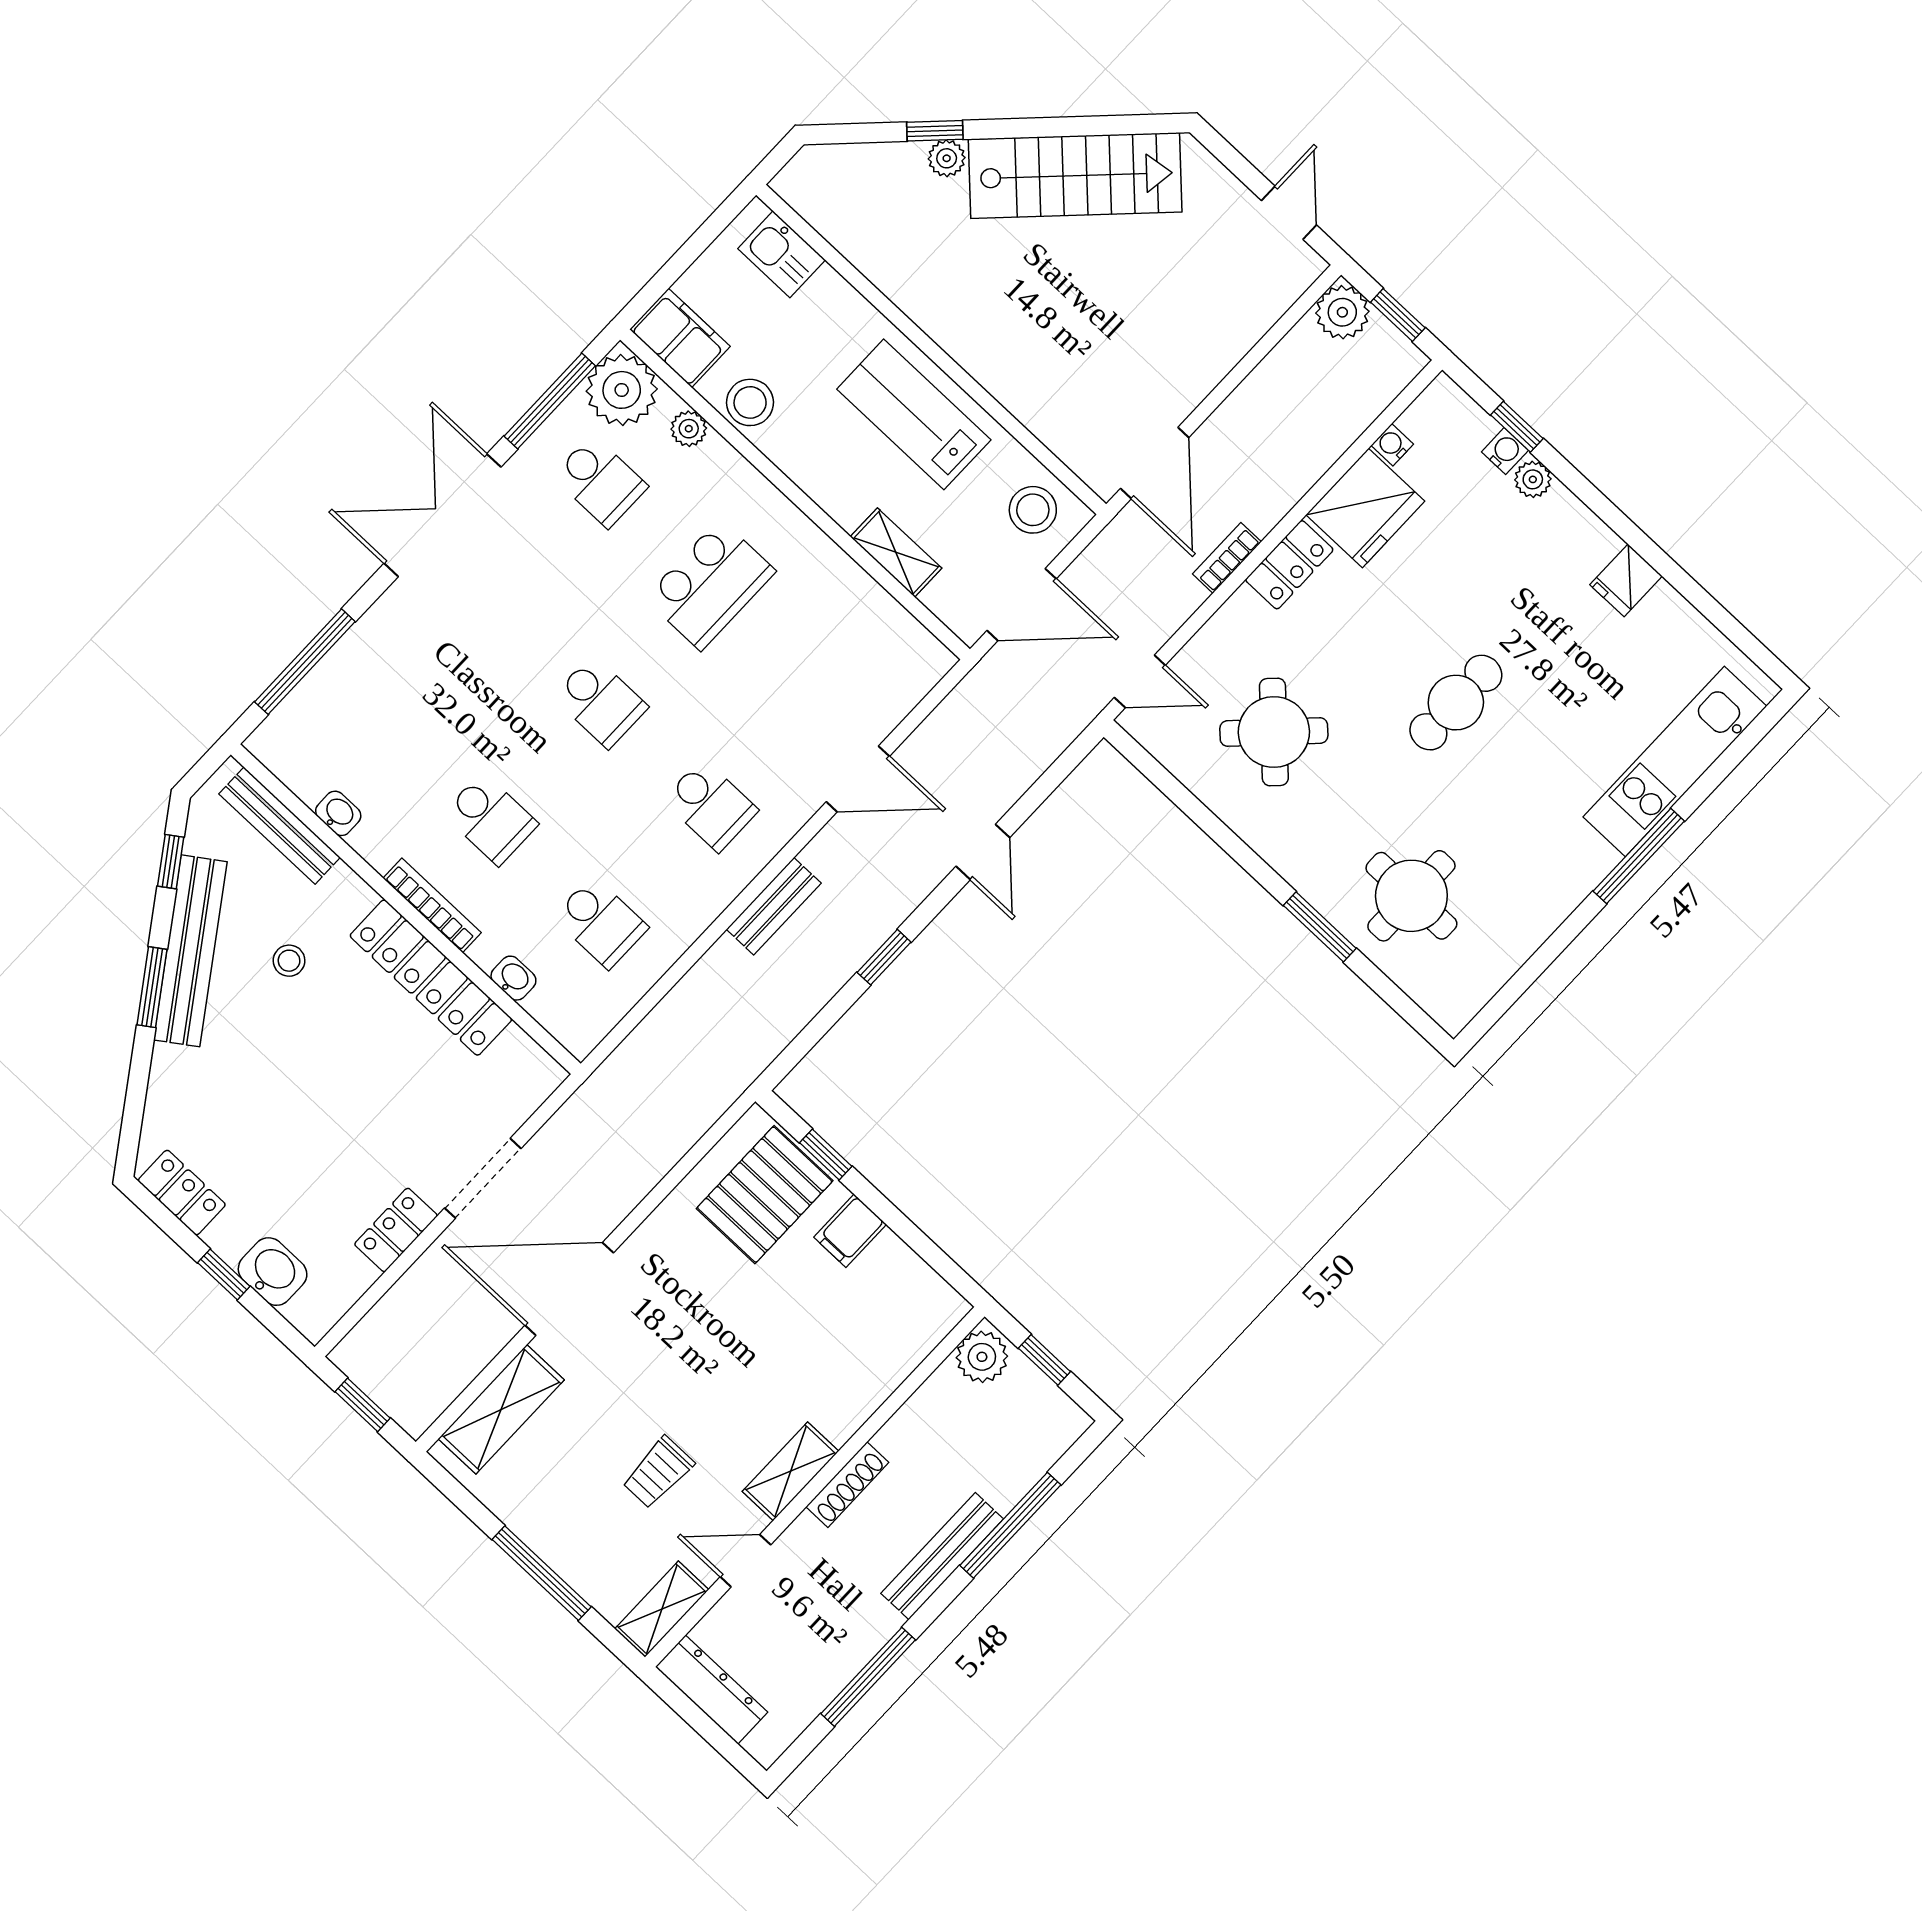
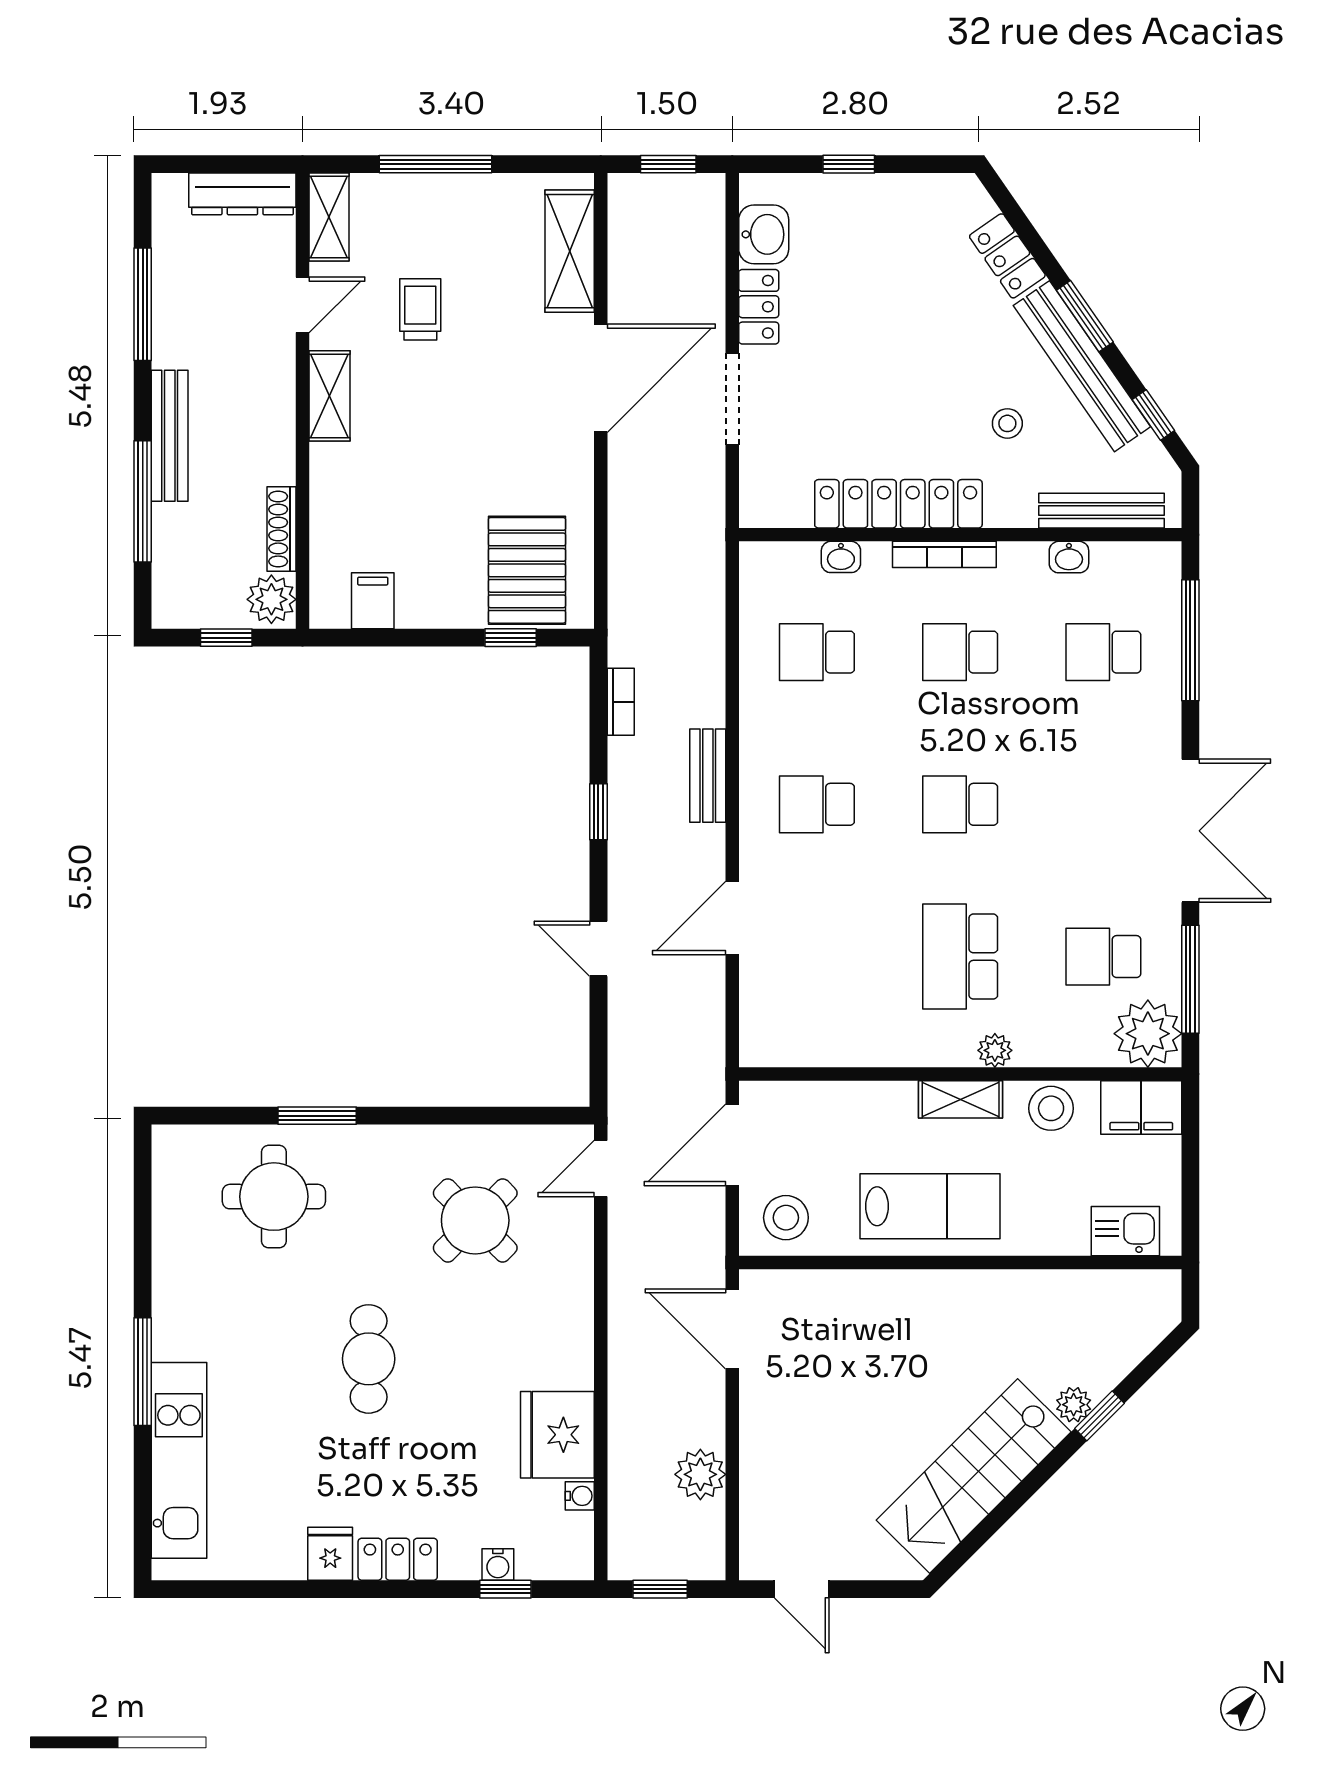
plant: (1342, 312) -> (700, 1474), moved
plant: (689, 429) -> (995, 1050), moved
plant: (1533, 479) -> (460, 1563), removed
shelving: (896, 552) -> (961, 1099), moved
bookcase: (1227, 558) -> (621, 702), moved
locker: (1289, 565) -> (398, 1559), moved, turned 90
school desk: (380, 715) -> (1103, 652), added
locker: (182, 1193) -> (1007, 256), moved, turned 55
filing cabinet: (850, 1231) -> (373, 601), moved
washbasin: (273, 1272) -> (764, 234), moved, turned -90
shoe rack: (847, 1485) -> (282, 529), moved

